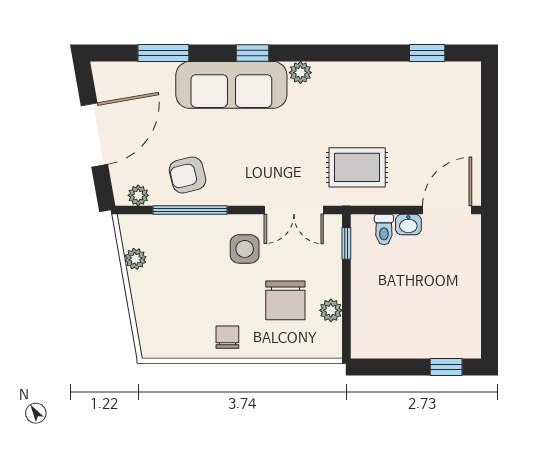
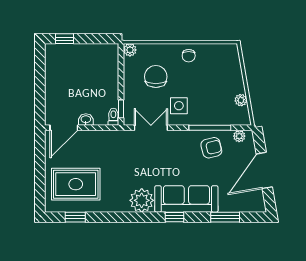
plant: (300, 73) -> (142, 200), width x1.87, depth x1.87
rug: (357, 167) -> (76, 184), moved, width x1.36, depth x1.43
toilet: (384, 230) -> (113, 117), moved
plant: (331, 310) -> (130, 50), moved

